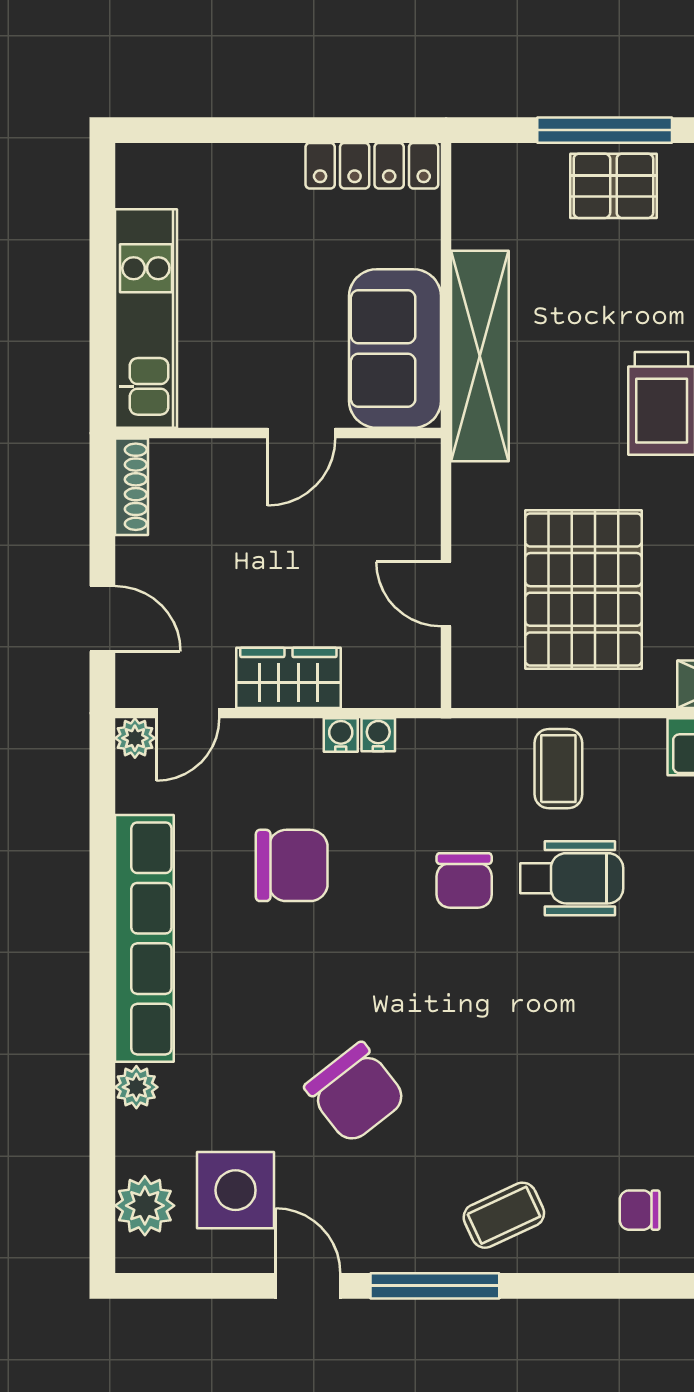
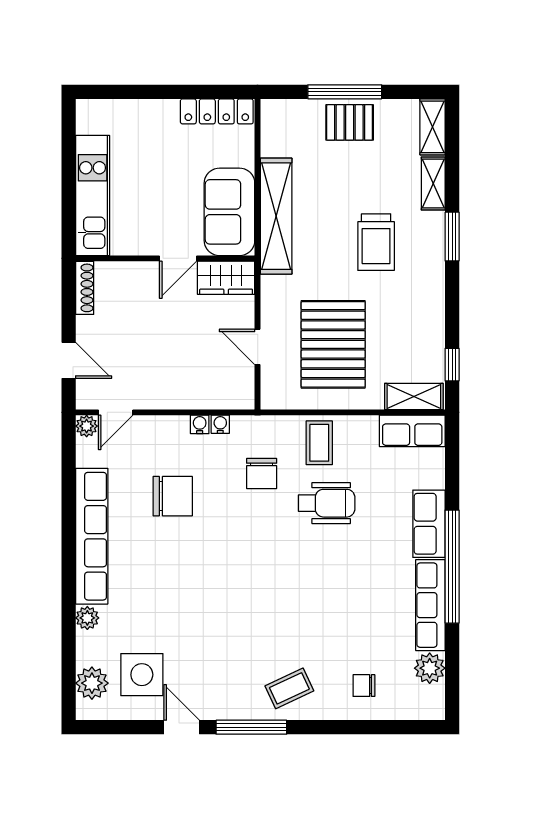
wardrobe: (288, 678) -> (226, 278), moved, turned 180
chair: (464, 880) -> (262, 473), moved
chair: (355, 1093) -> (208, 621), removed

